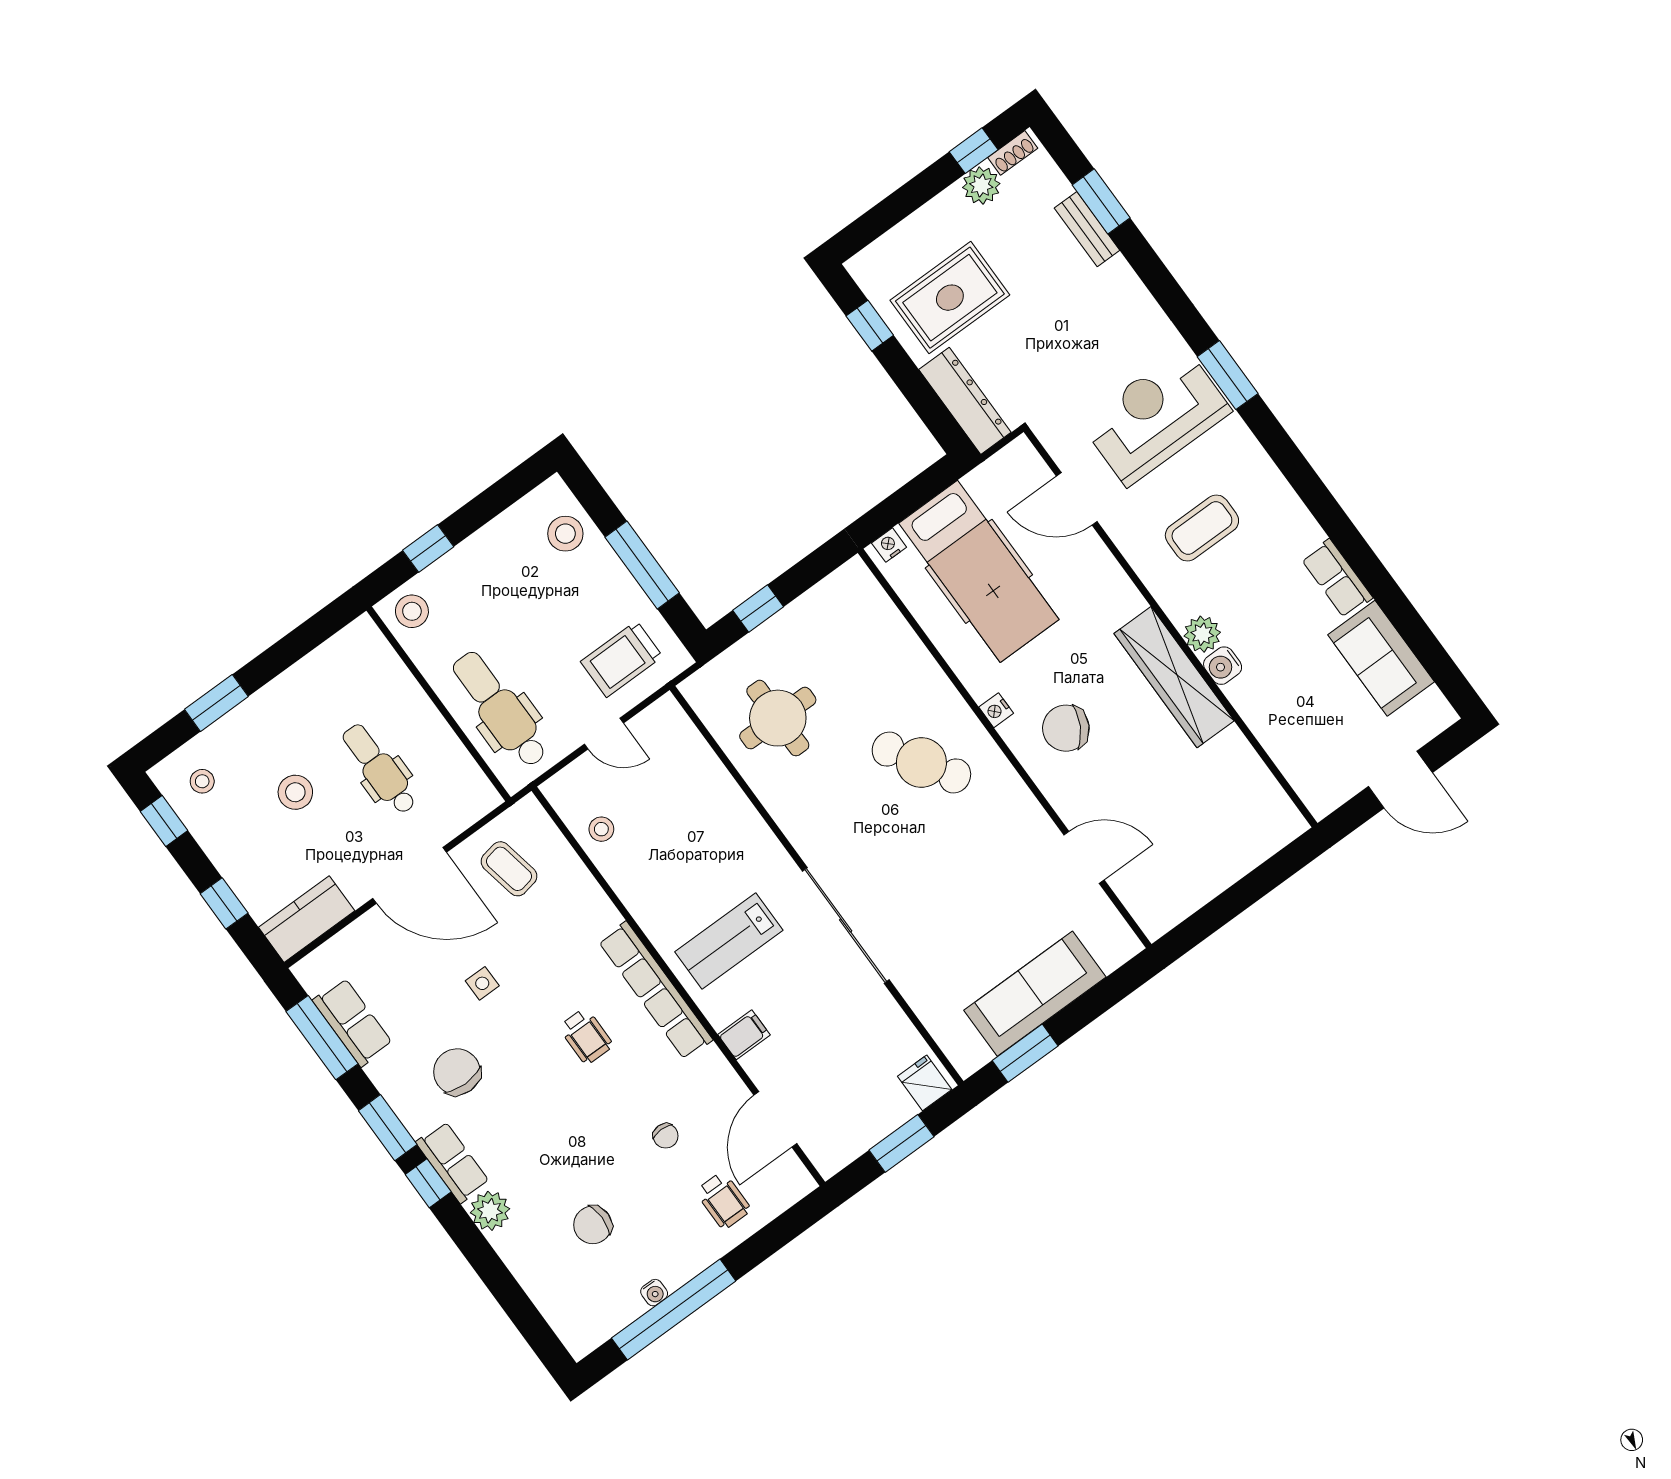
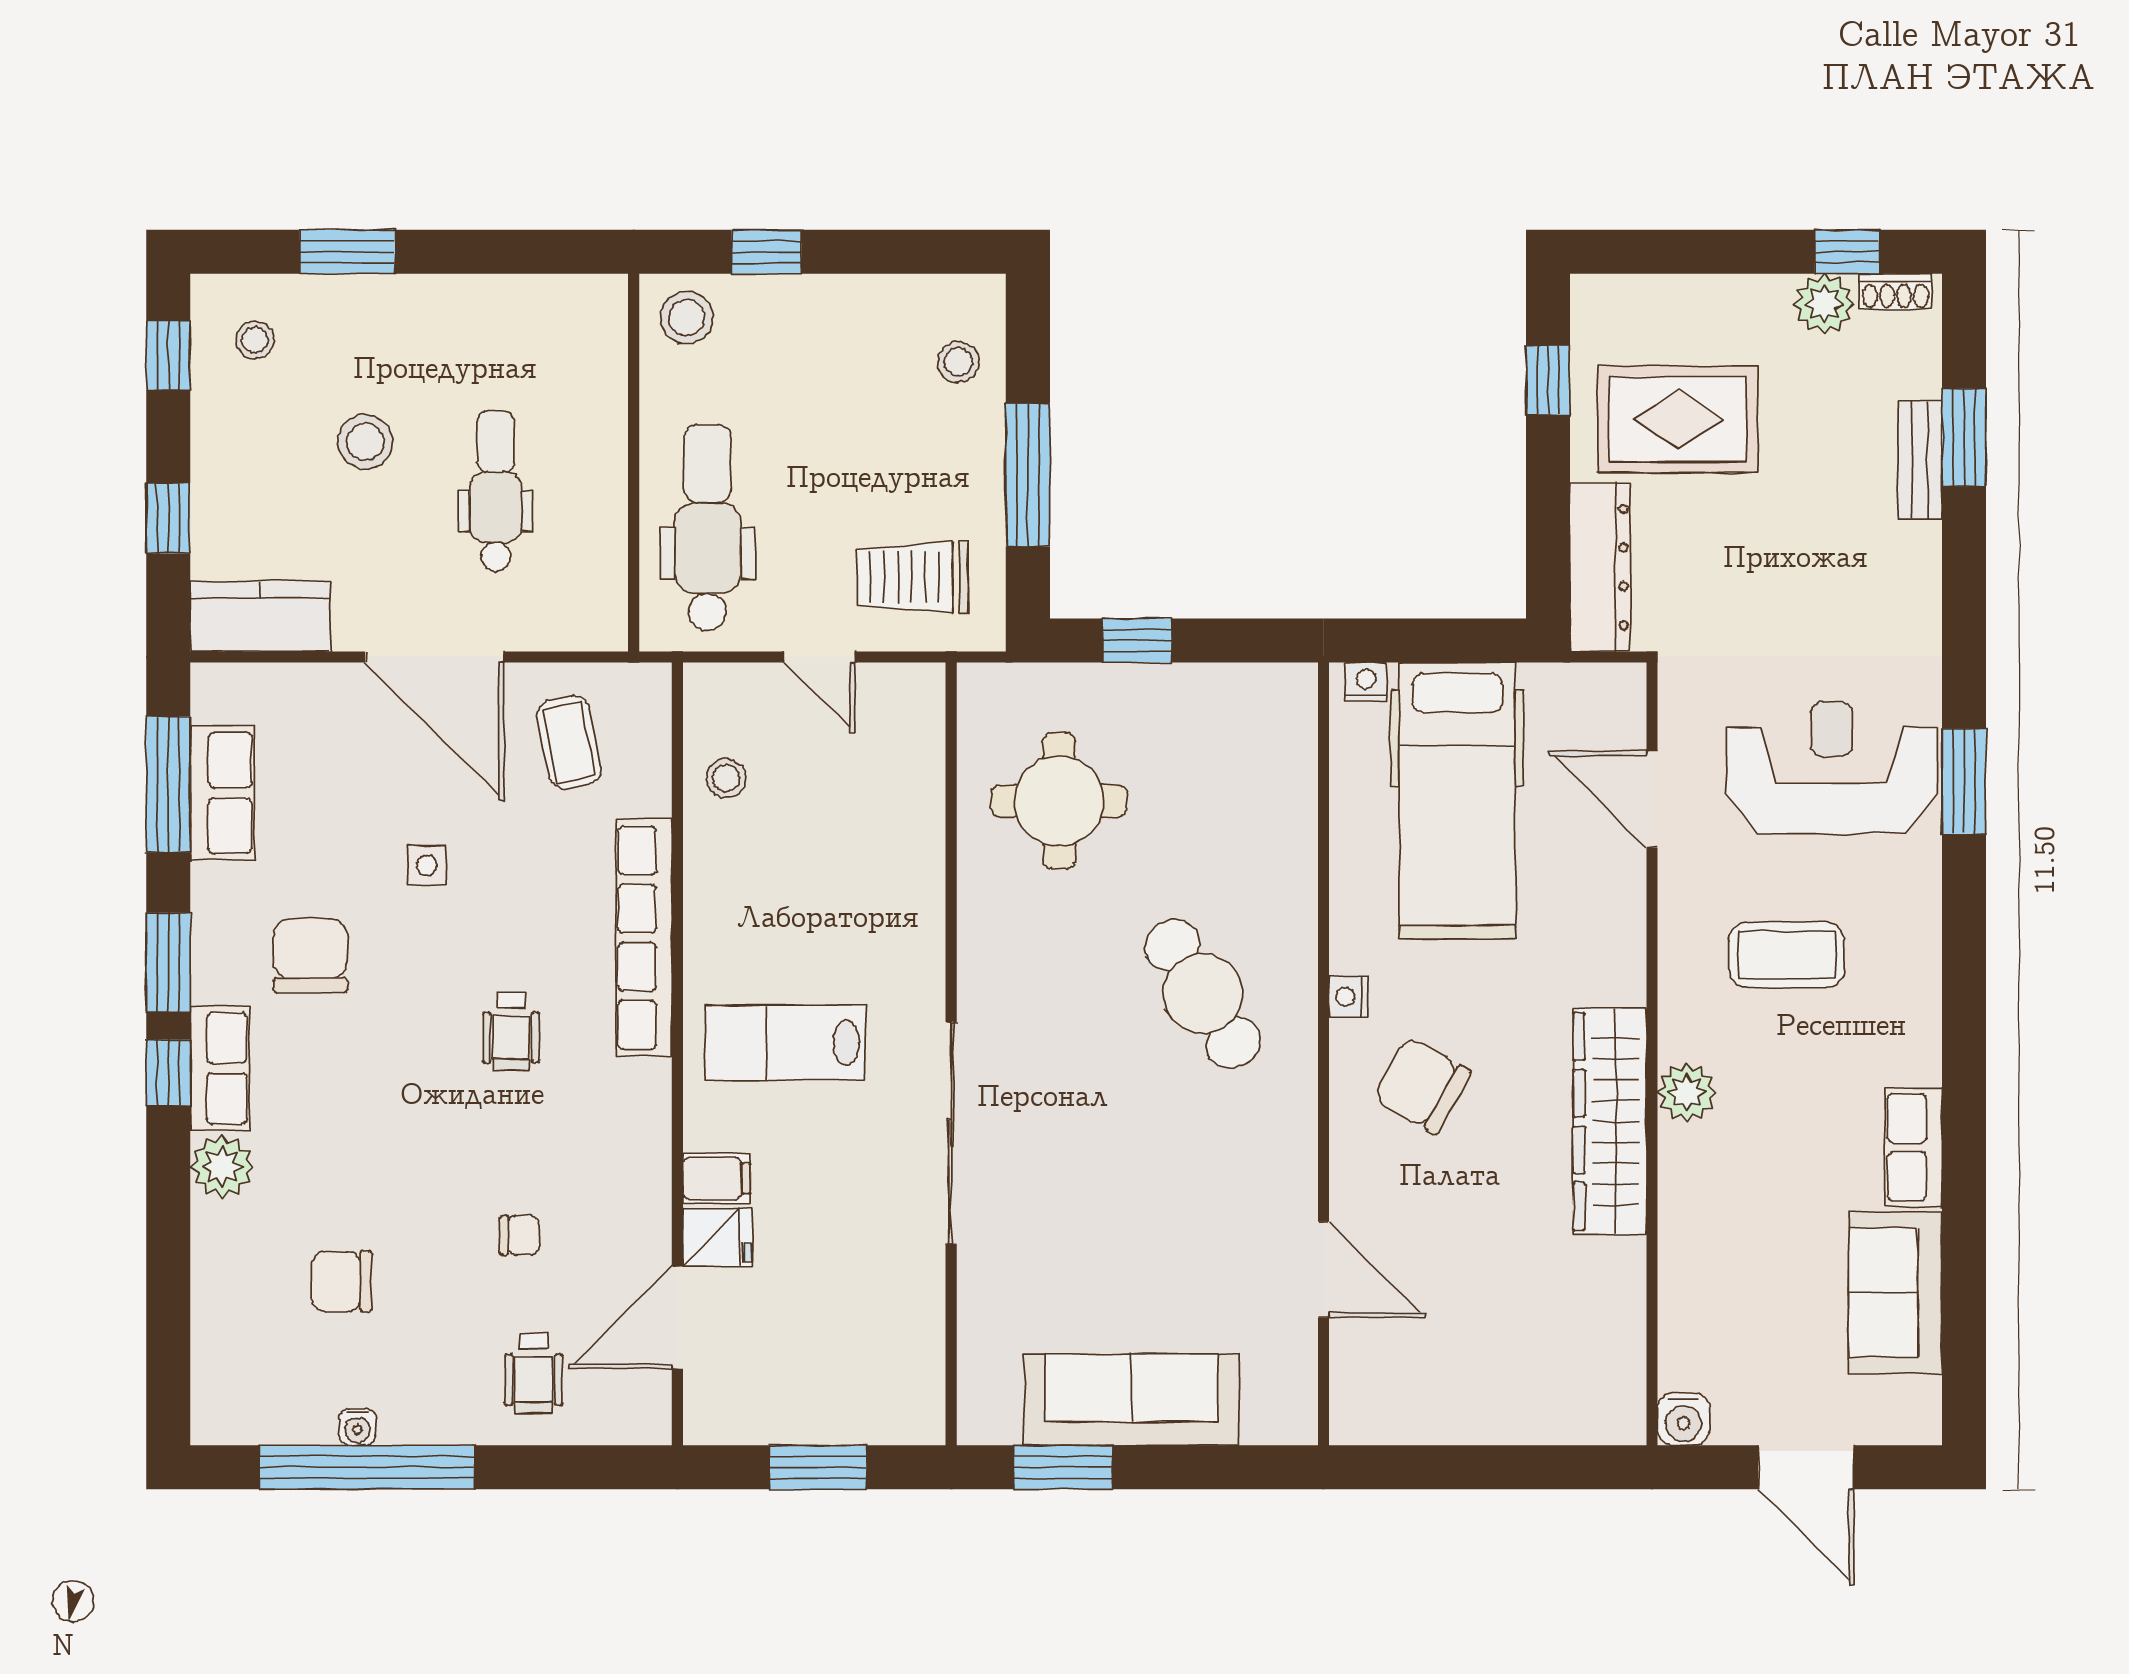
stool: (565, 534) -> (958, 362), width x0.73, depth x0.73
water cooler: (1223, 666) -> (1684, 1419), moved, turned -90
row of seats: (655, 991) -> (644, 938), moved
fridge: (925, 1083) -> (717, 1237), moved, turned 90
chair: (666, 1136) -> (520, 1235), turned -90

